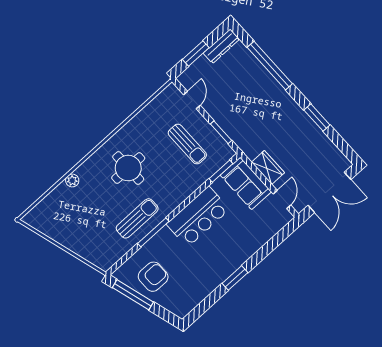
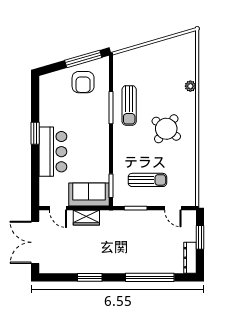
sun lounger: (187, 144) -> (147, 180), turned 180
round table: (128, 168) -> (166, 129), turned 37
bar counter: (198, 217) -> (53, 152), moved, turned 180

